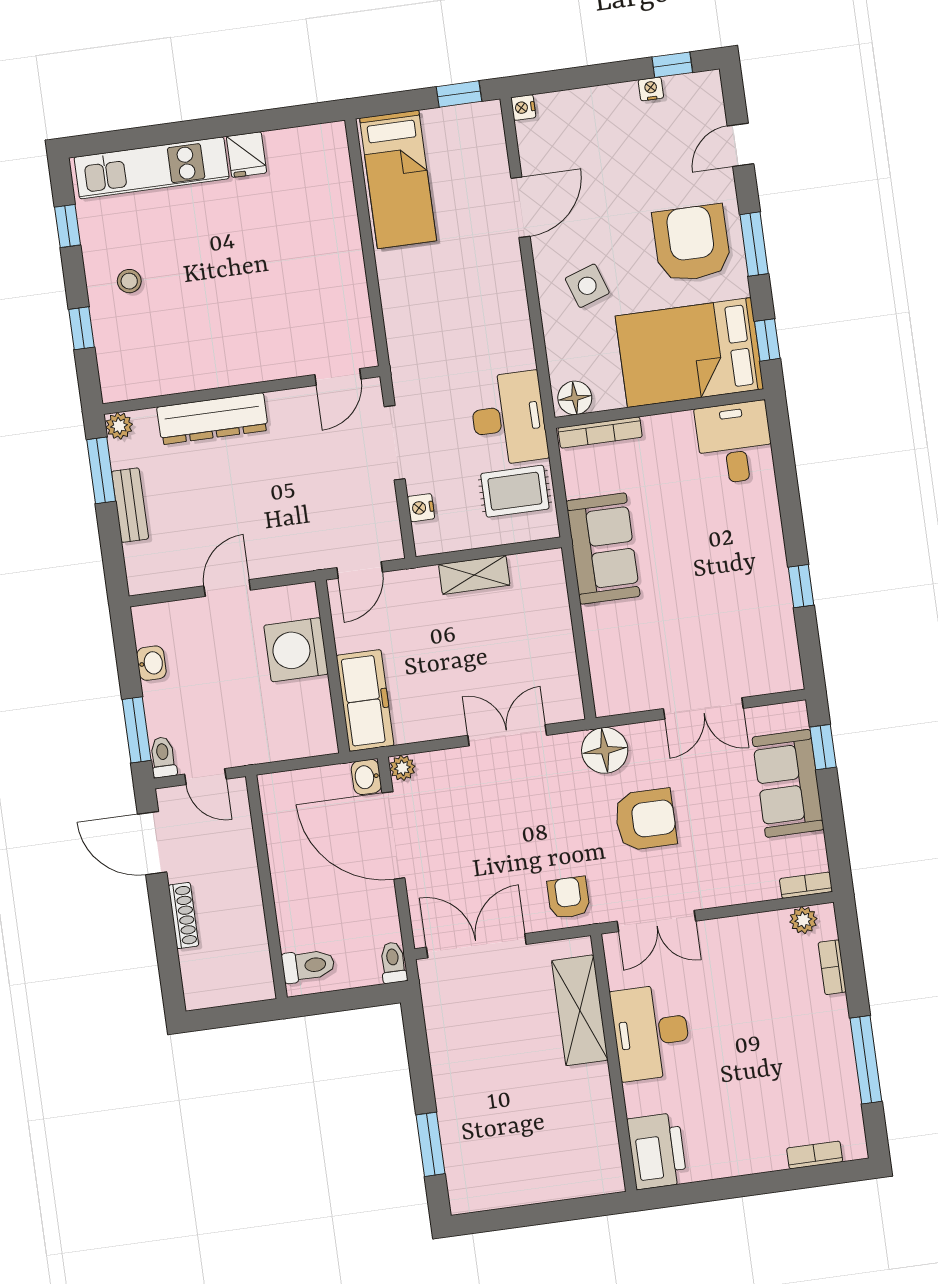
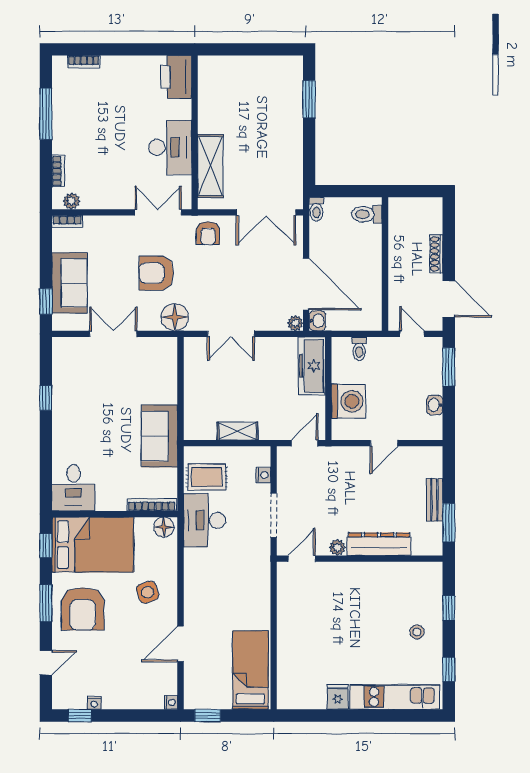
plant: (119, 426) -> (337, 547), moved
toilet: (163, 757) -> (359, 349), moved

